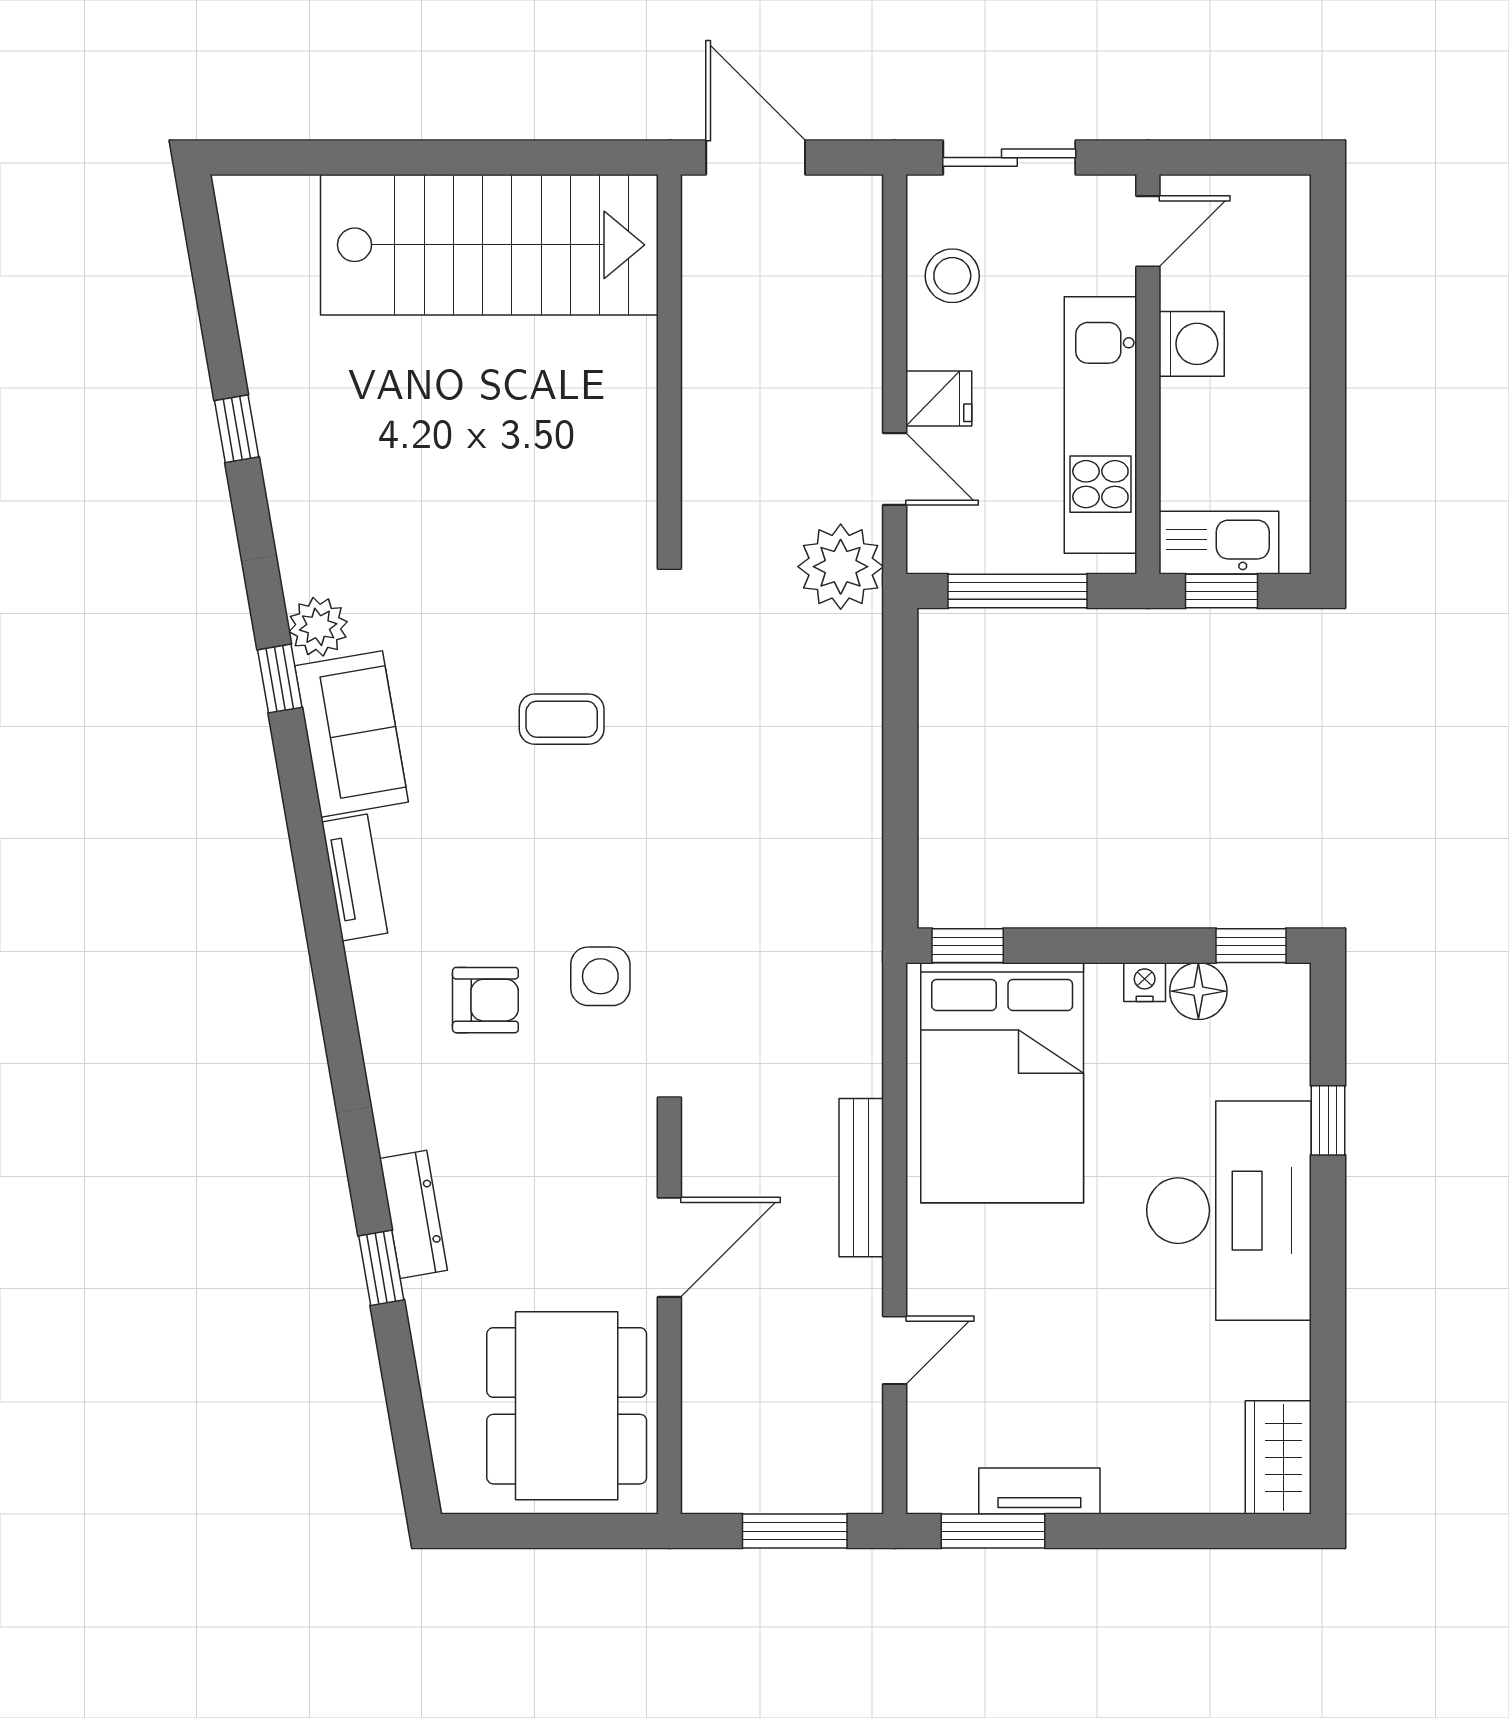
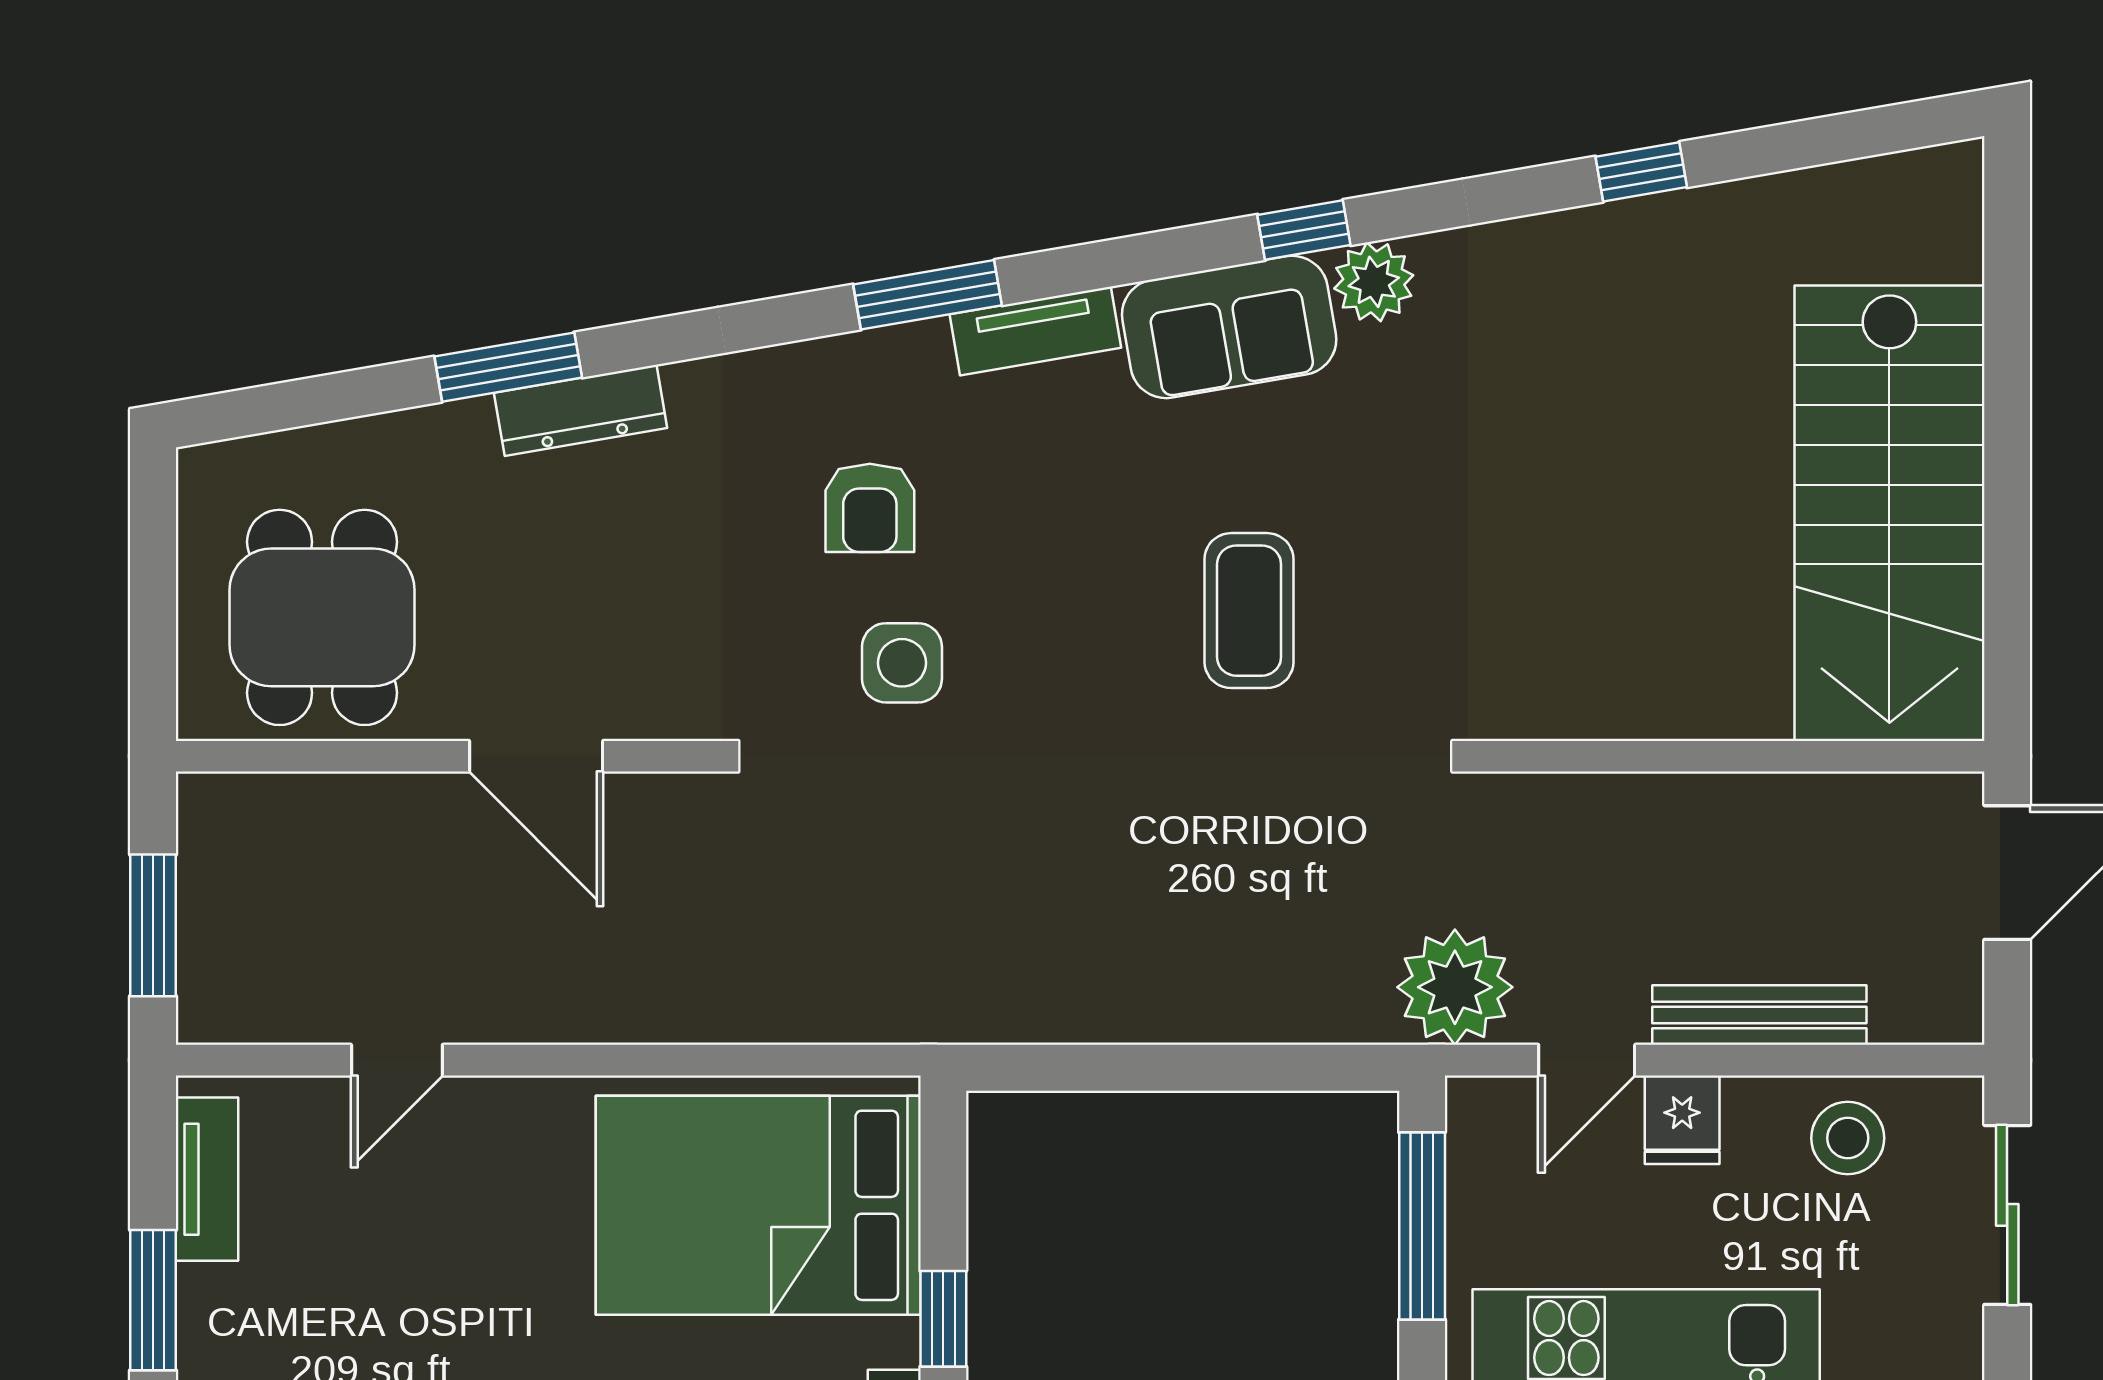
coffee table: (562, 719) -> (1249, 611), width x1.36, depth x1.30
window: (968, 946) -> (943, 1319), moved
window: (328, 957) -> (928, 295), added
bench: (861, 1178) -> (1759, 1015), moved
window: (381, 1268) -> (508, 367), width x1.50
door: (895, 1350) -> (397, 1060), hinge flipped
dining table: (567, 1406) -> (322, 617), width x0.73
tv unit: (1039, 1491) -> (207, 1179), moved
window: (993, 1531) -> (153, 1300), moved

